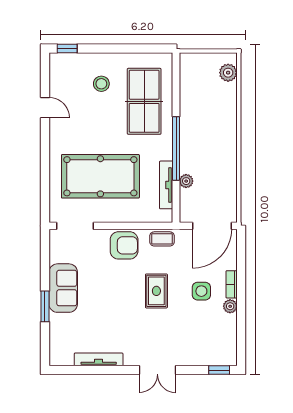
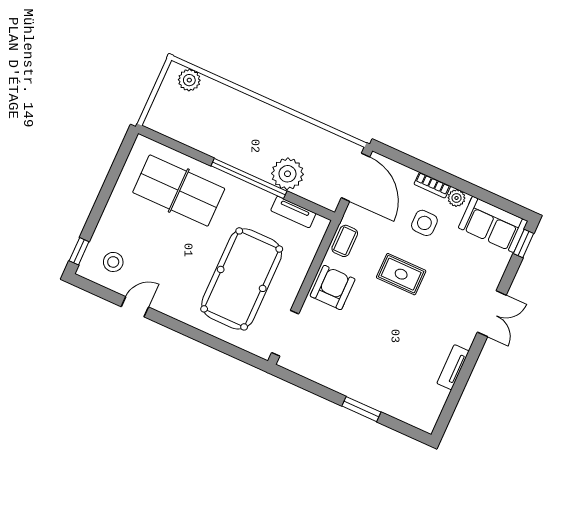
stool: (101, 84) -> (113, 262), moved
plant: (186, 181) -> (287, 174), width x1.87, depth x1.87
tv unit: (166, 185) -> (293, 212), width x0.71
sofa: (63, 288) -> (493, 224), moved, turned 180
tv unit: (99, 359) -> (453, 367), width x0.71

